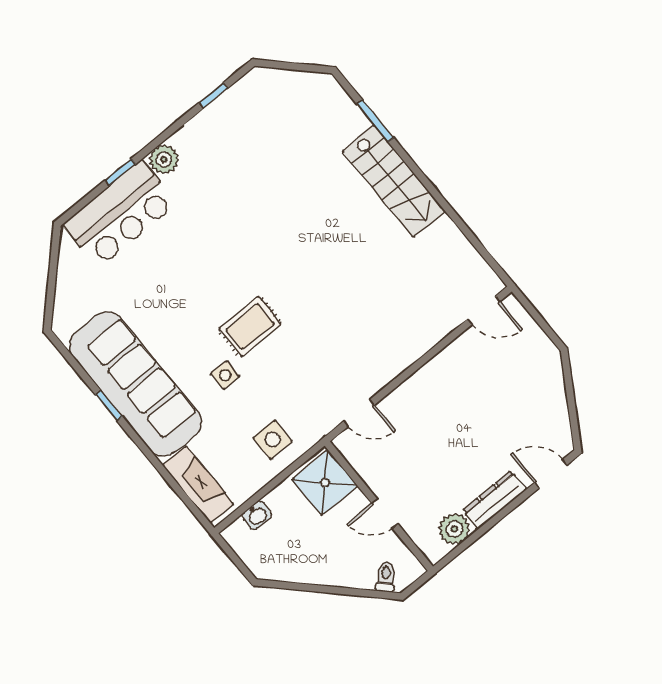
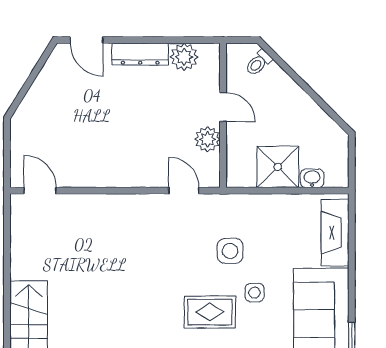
side table: (273, 439) -> (230, 251), moved
plant: (375, 474) -> (207, 139), added
shower: (325, 482) -> (278, 167), moved

